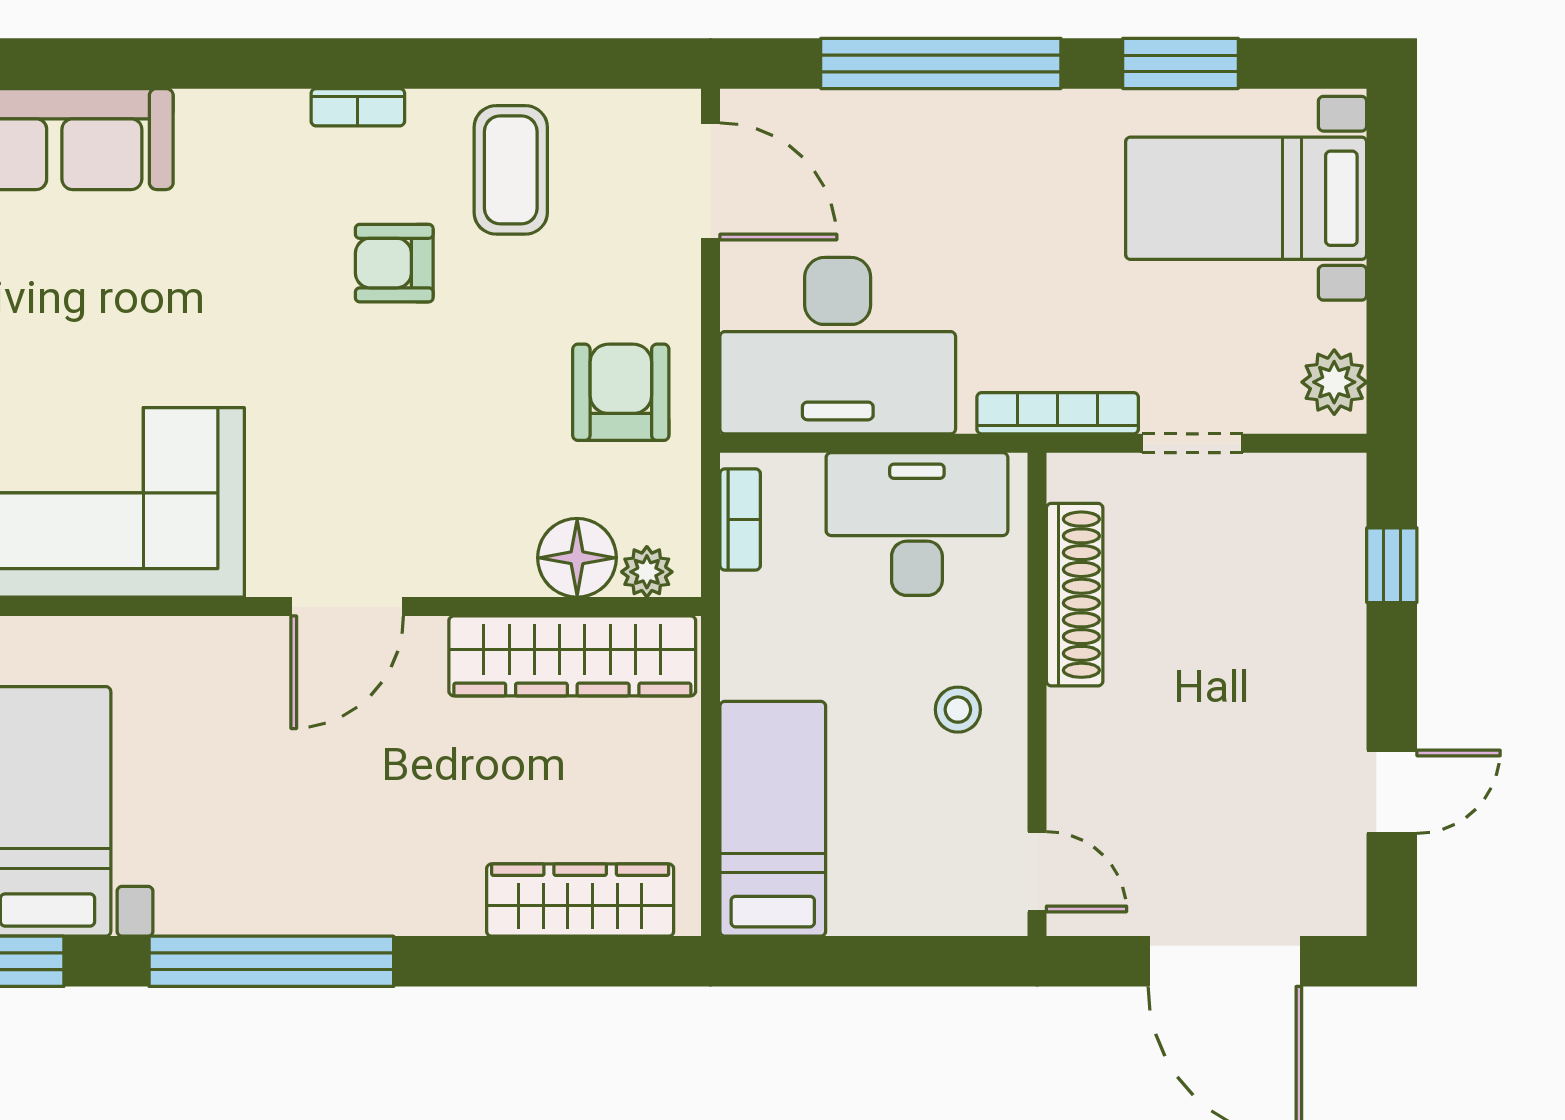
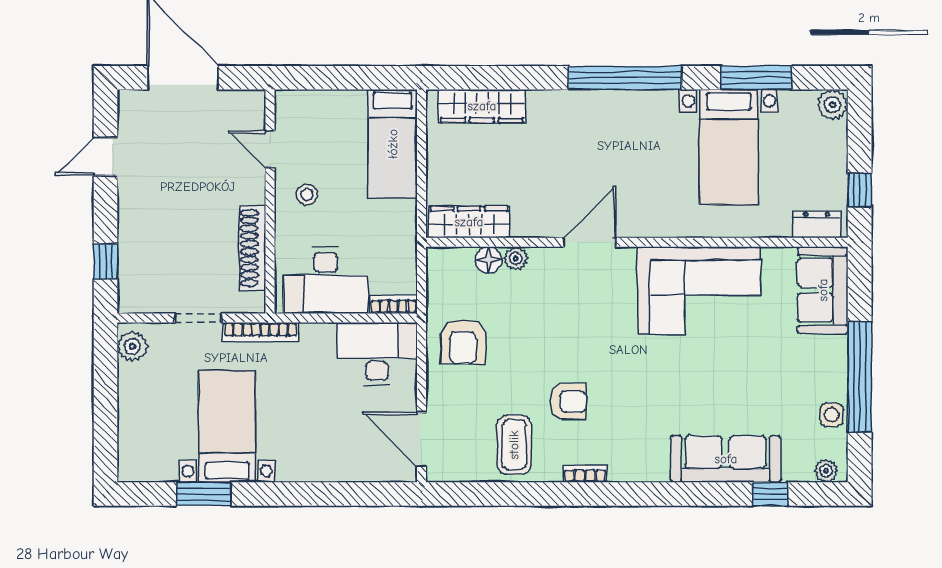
window: (941, 63) -> (315, 494), removed
bed with nightstands: (1246, 198) -> (227, 427), moved, turned -90
desk: (838, 346) -> (377, 354), width x0.73, depth x0.77
bookcase: (740, 519) -> (394, 304), moved, turned 90
floor lamp: (577, 558) -> (488, 260), width x0.73, depth x0.73
plant: (647, 572) -> (516, 258), moved
wardrobe: (572, 656) -> (469, 222), width x0.71, depth x0.85
door: (1037, 872) -> (270, 149), moved

